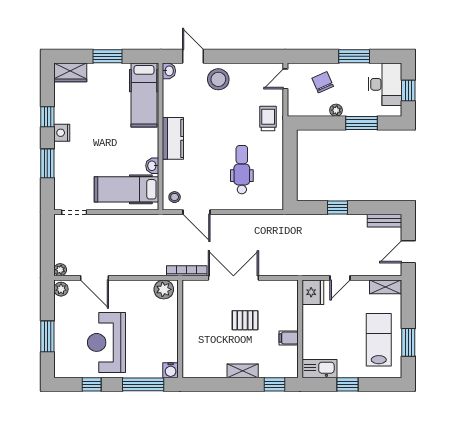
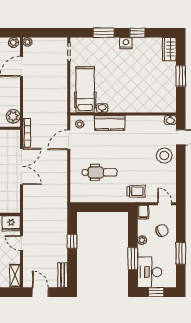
desk: (385, 84) -> (150, 272), moved, turned 90
hospital bed: (144, 95) -> (153, 102), removed
filing cabinet: (297, 108) -> (143, 212), added
kitchen counter: (173, 138) -> (110, 123), moved

